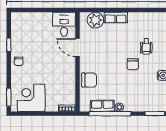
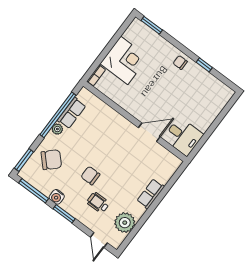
plant: (95, 20) -> (125, 223), moved
chair: (89, 80) -> (51, 160), moved, turned -134
corner desk: (31, 98) -> (124, 60), moved

